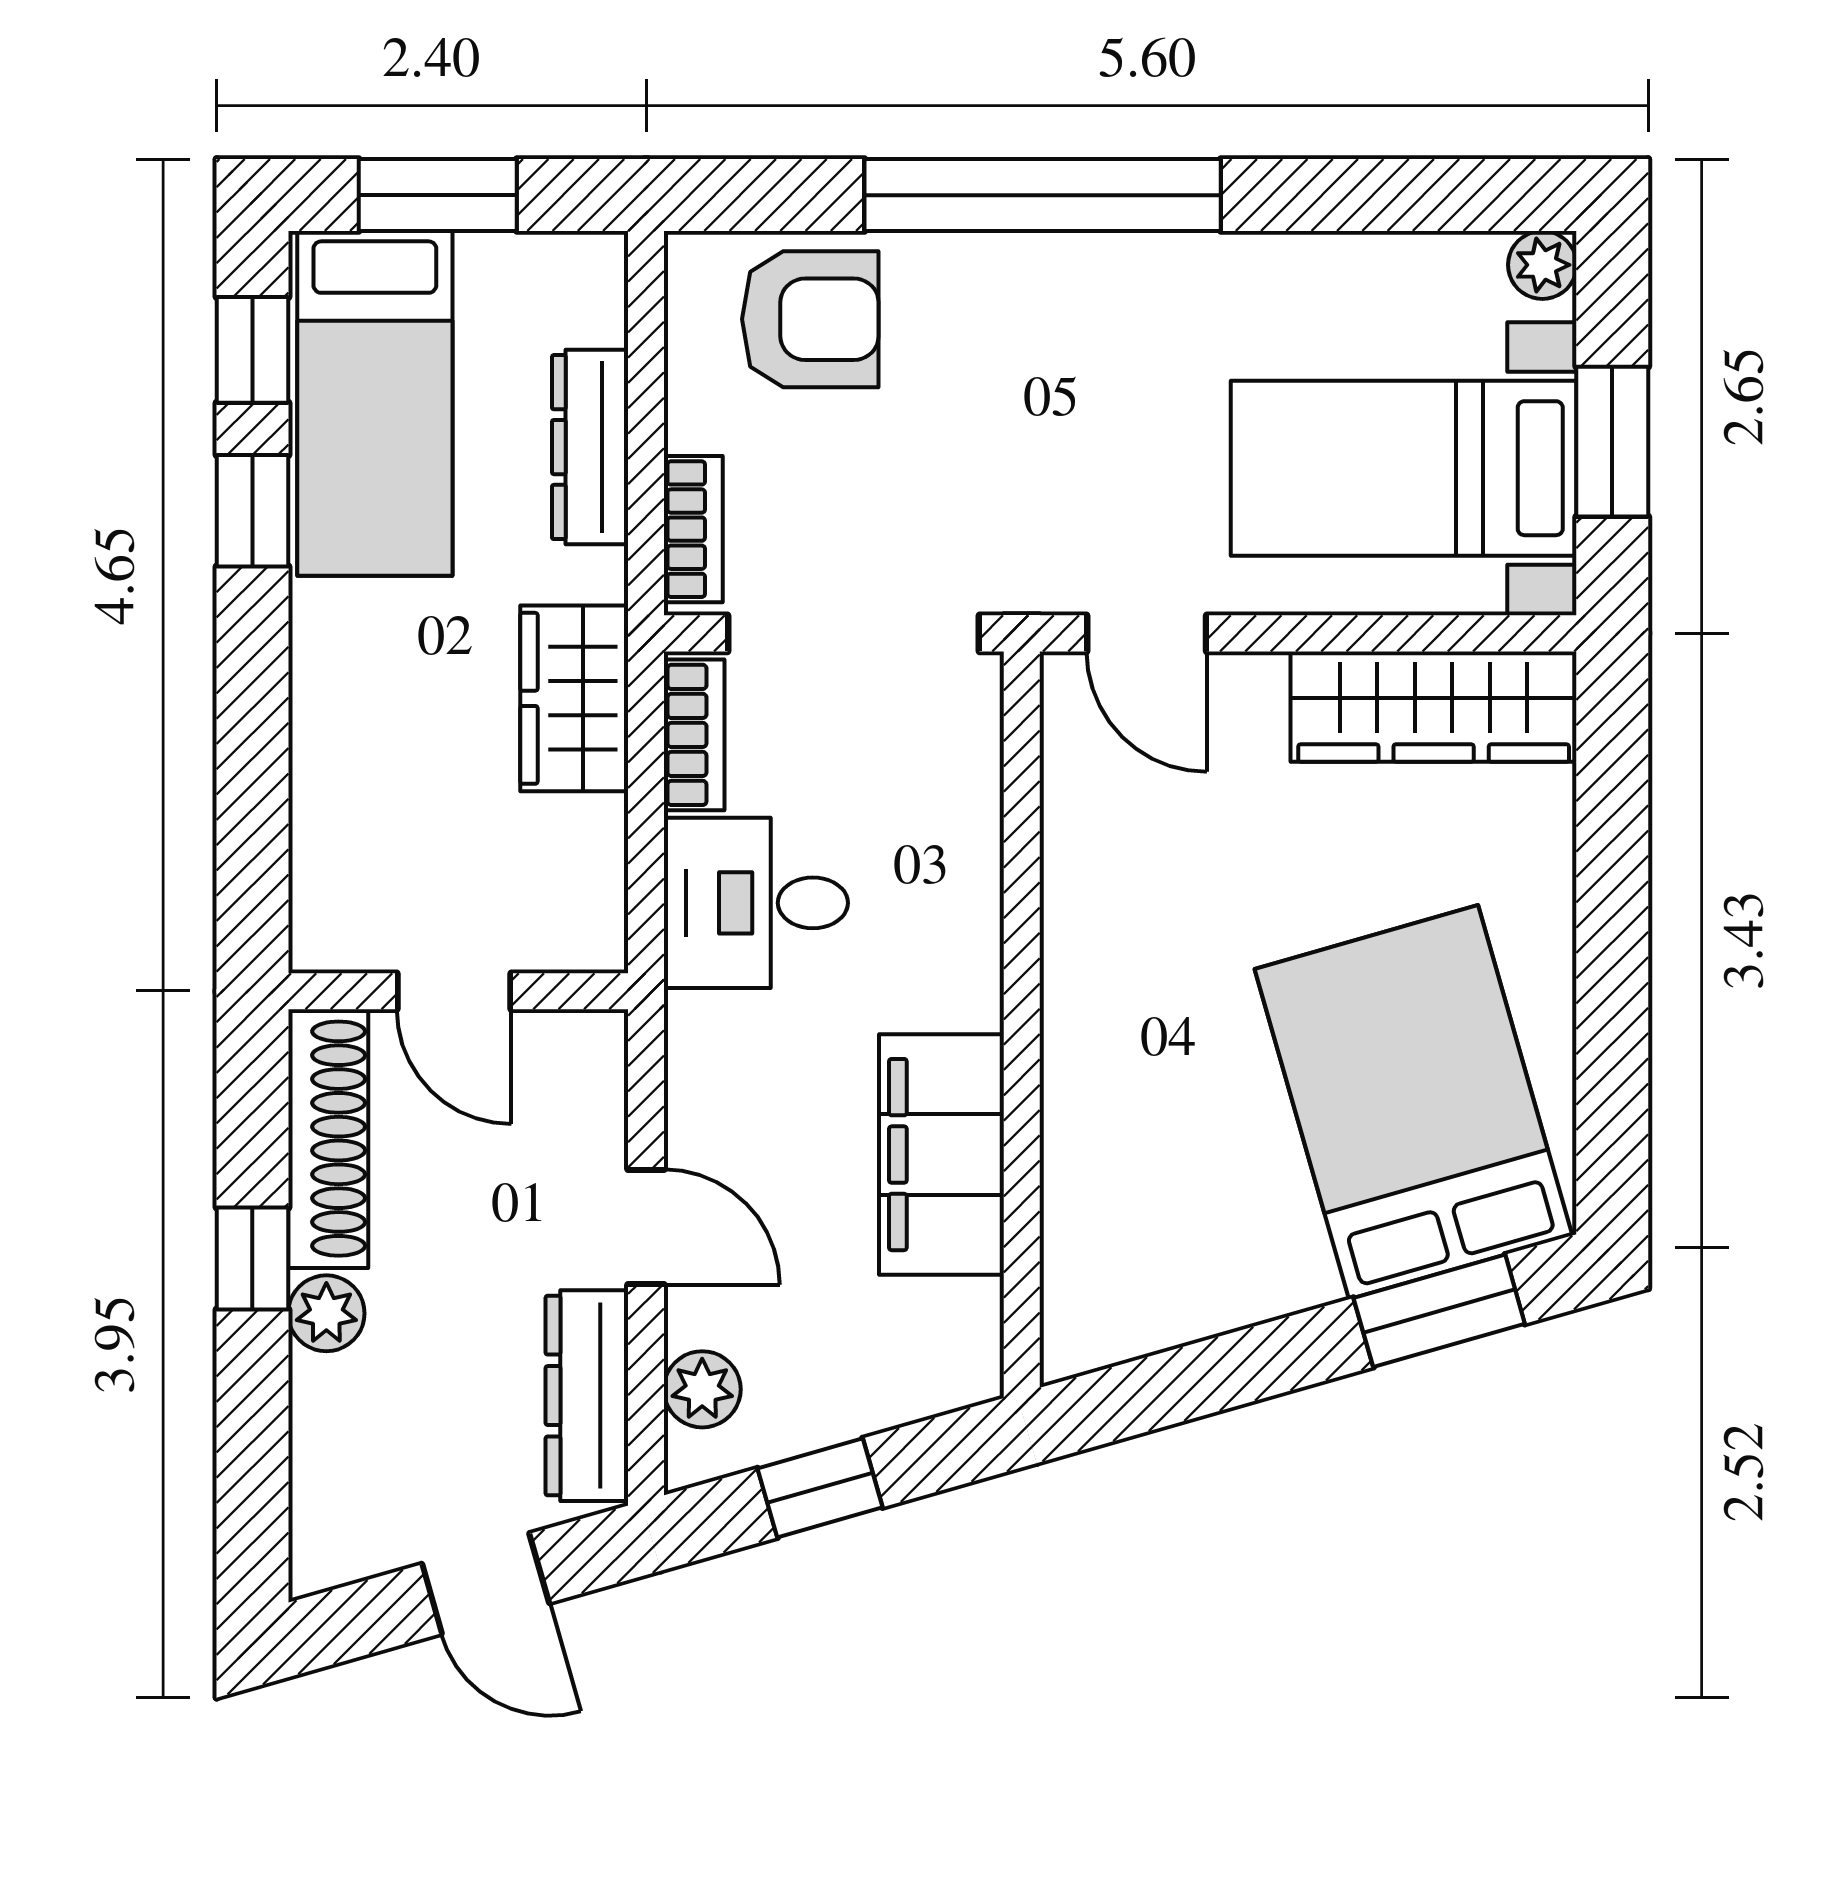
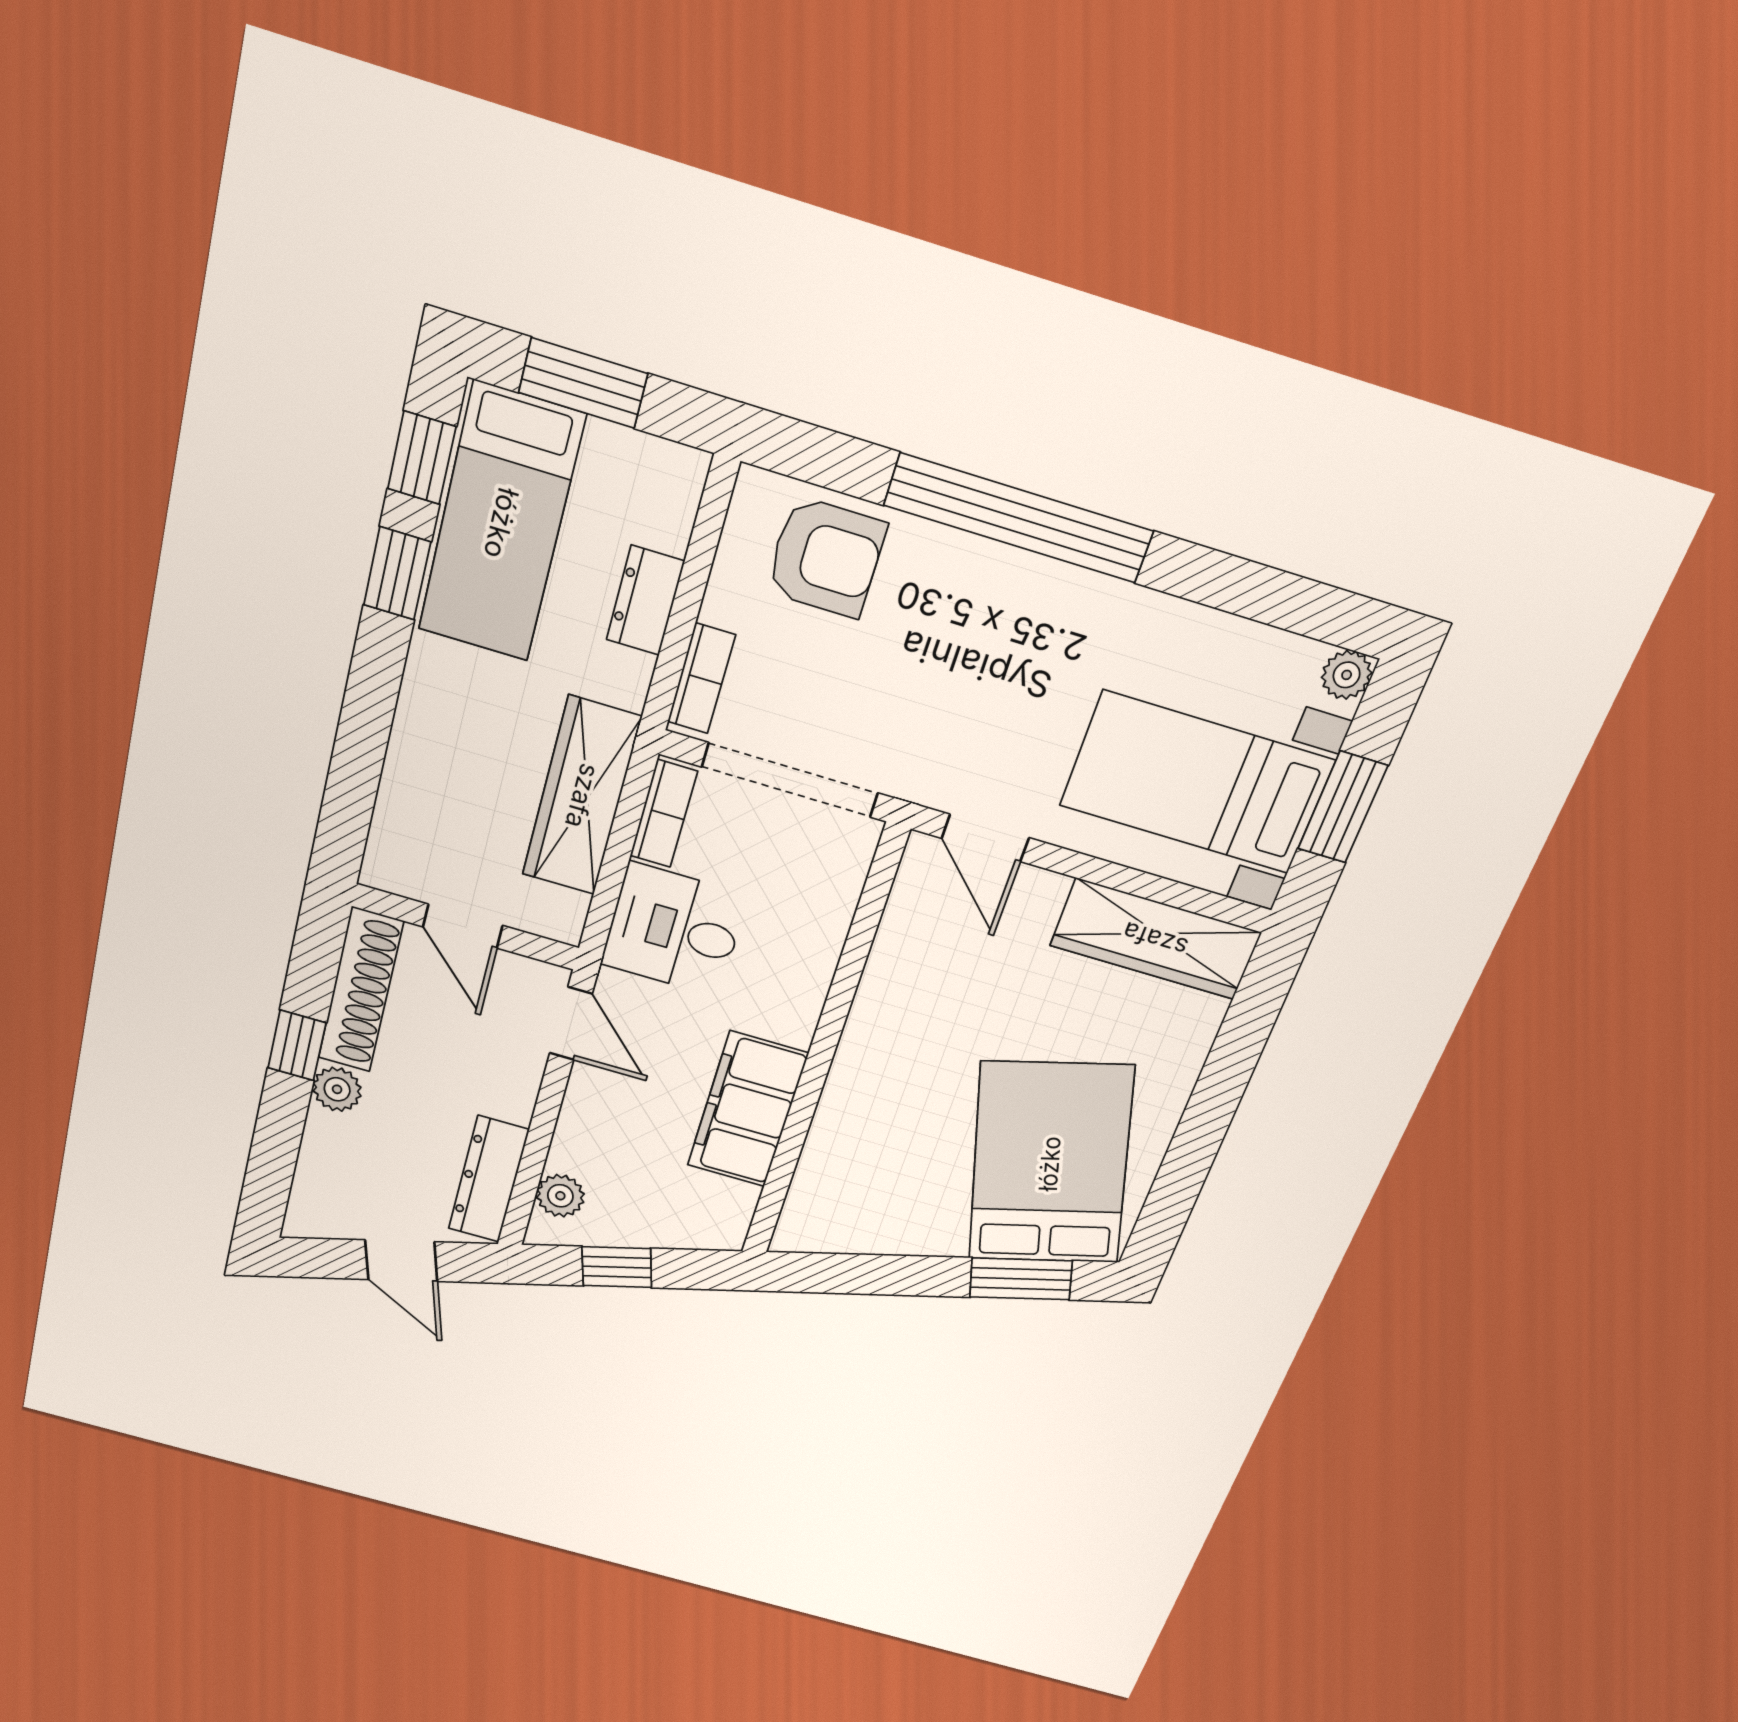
dresser: (590, 447) -> (645, 601), width x0.70
wardrobe: (574, 698) -> (582, 796), width x1.50
door: (646, 1227) -> (571, 1024), moved

